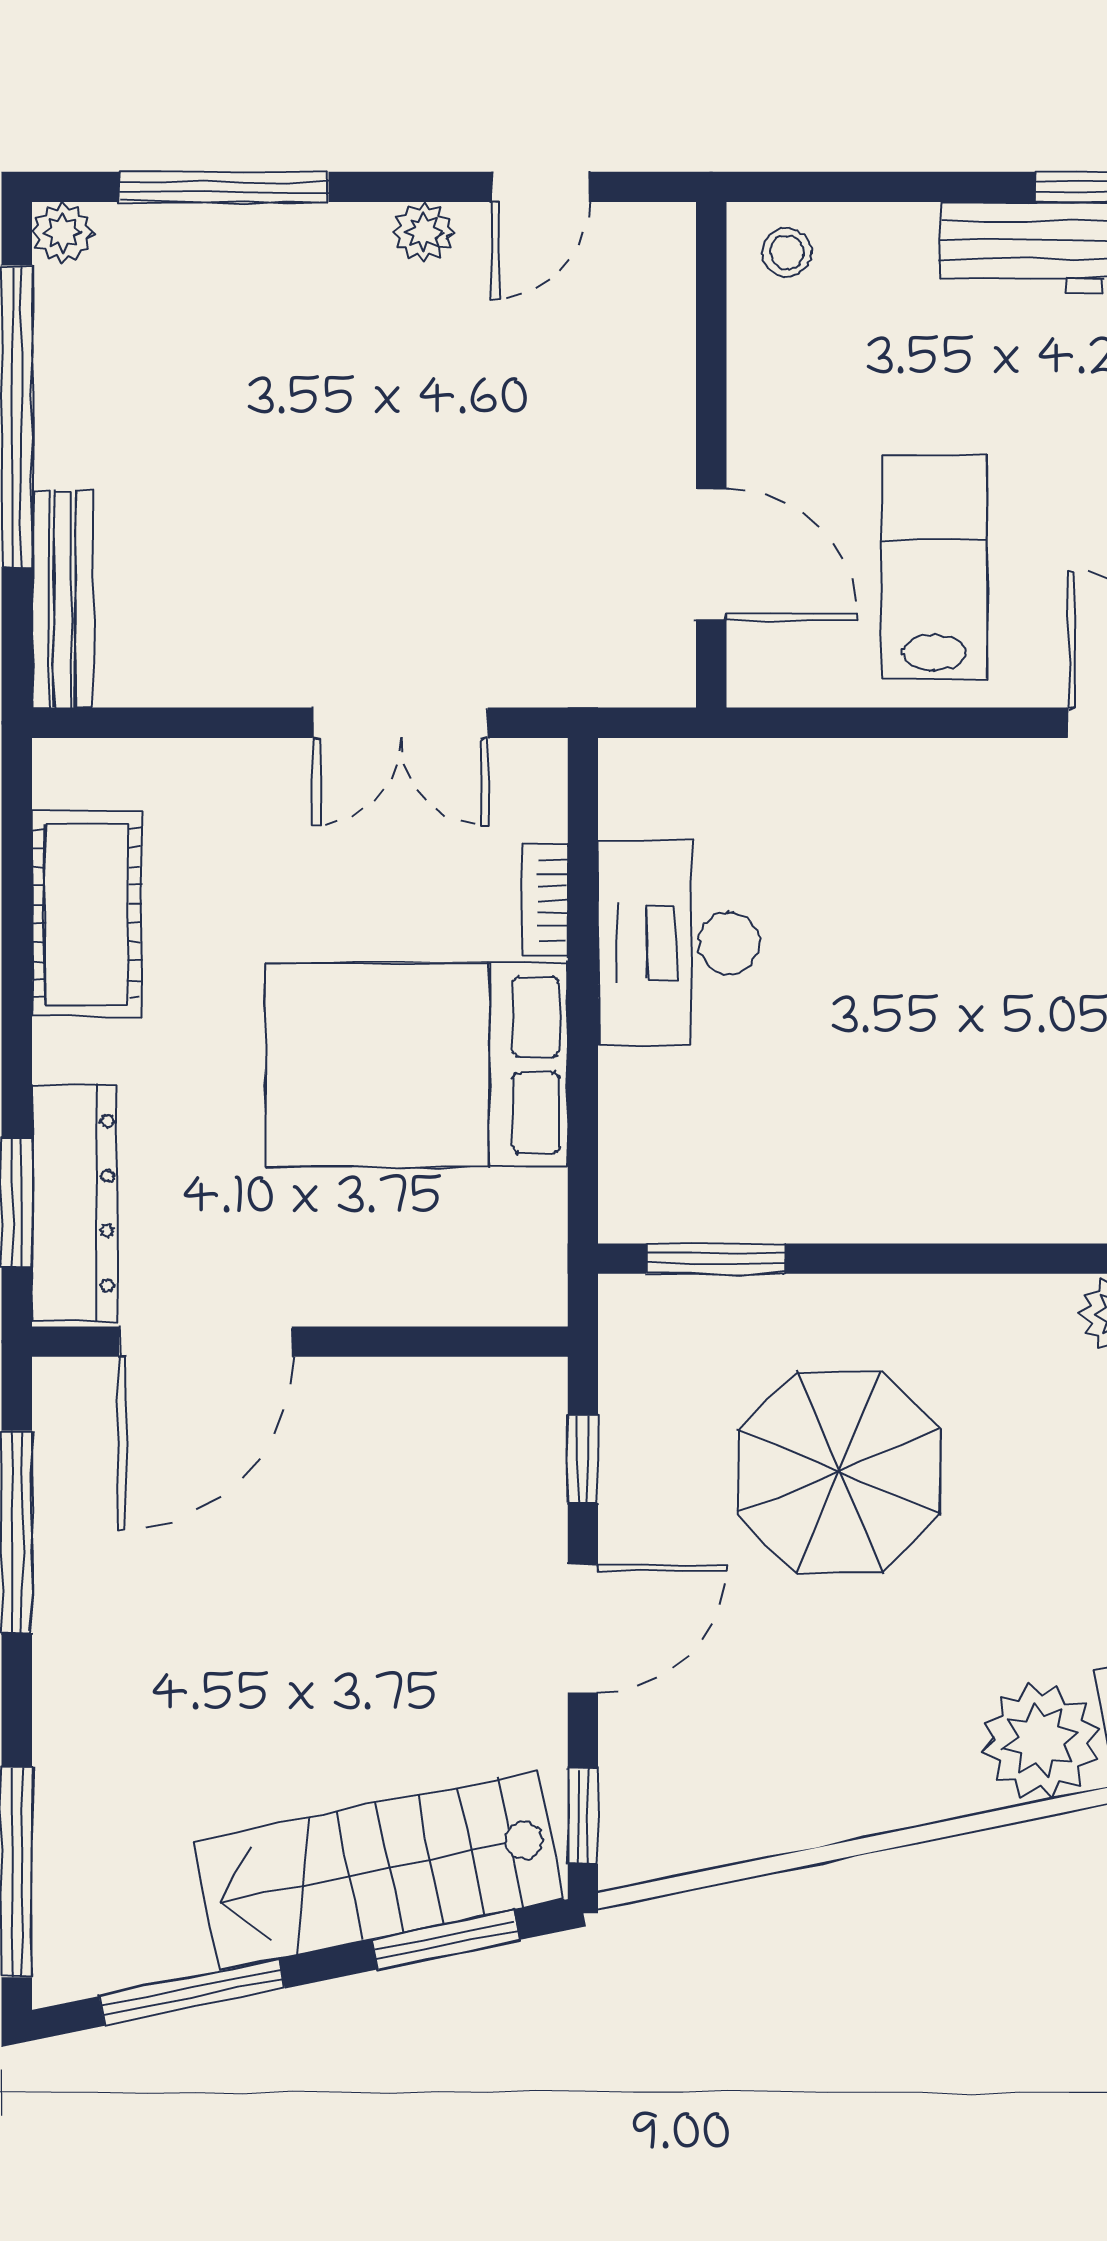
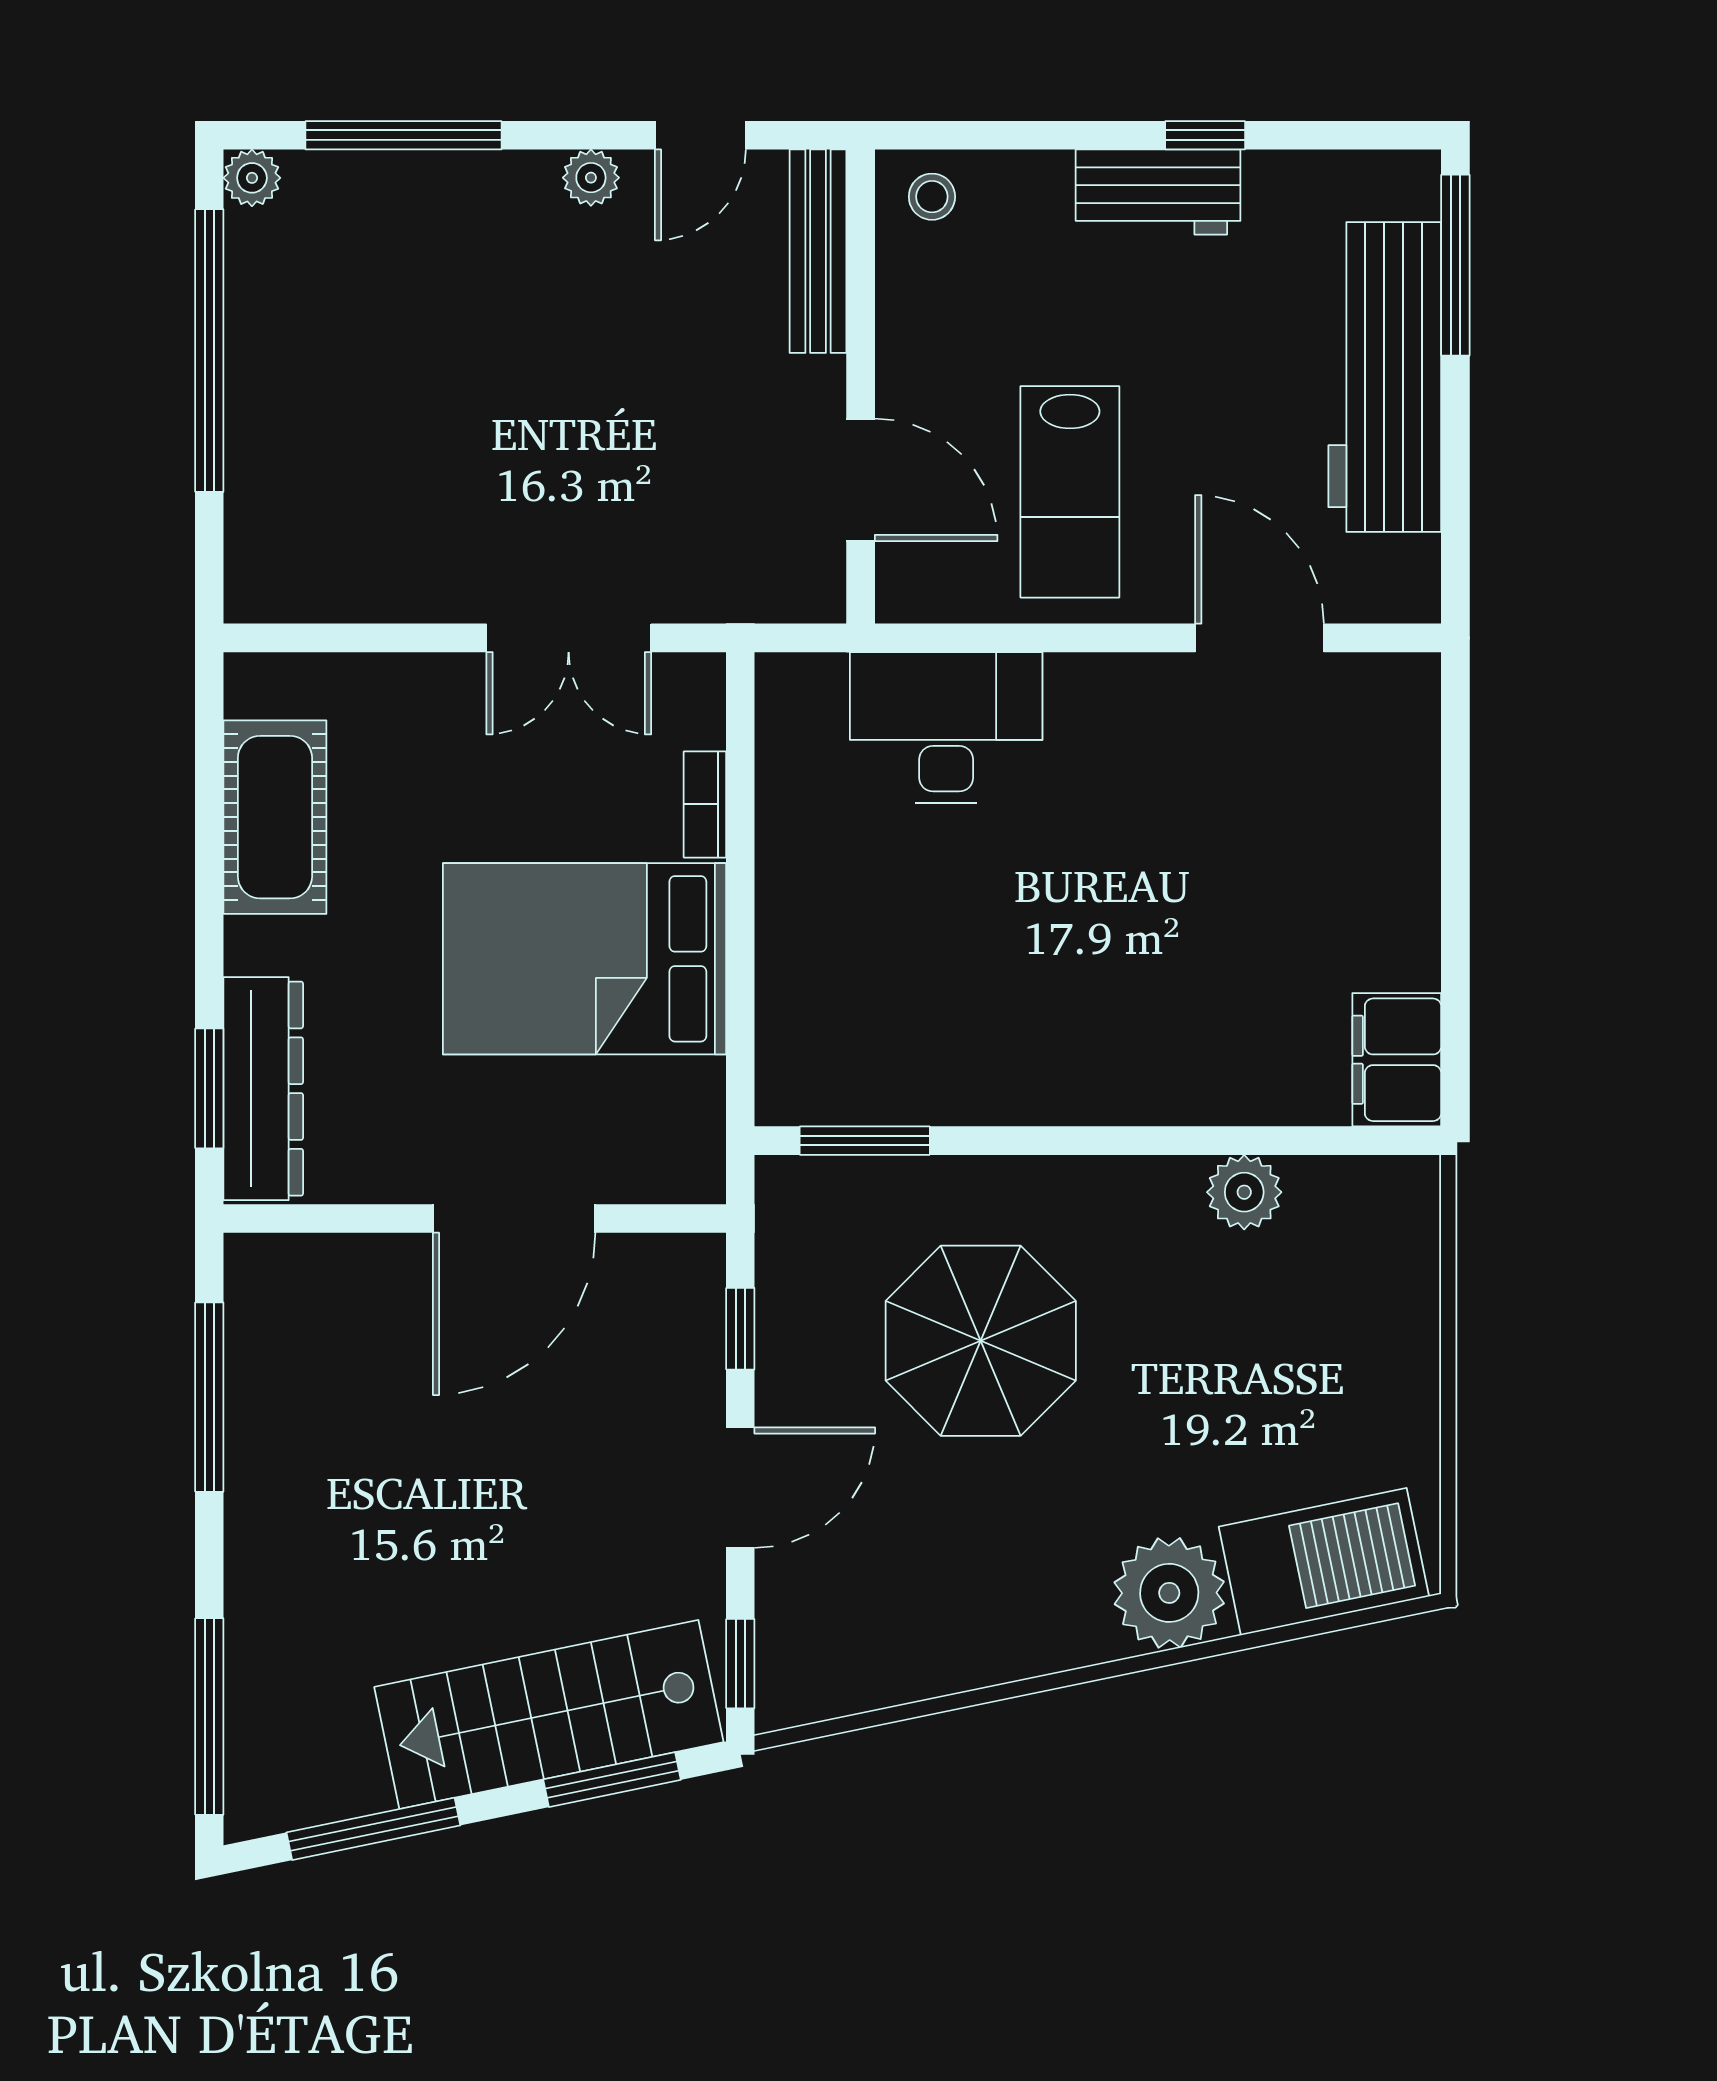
lab bench: (934, 567) -> (1070, 492), turned 180
bench: (62, 599) -> (818, 251), moved
desk: (679, 943) -> (946, 728), moved, turned 90
door: (205, 1342) -> (514, 1218), moved

